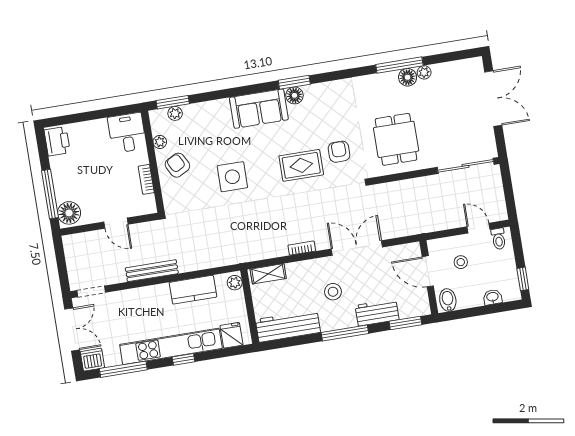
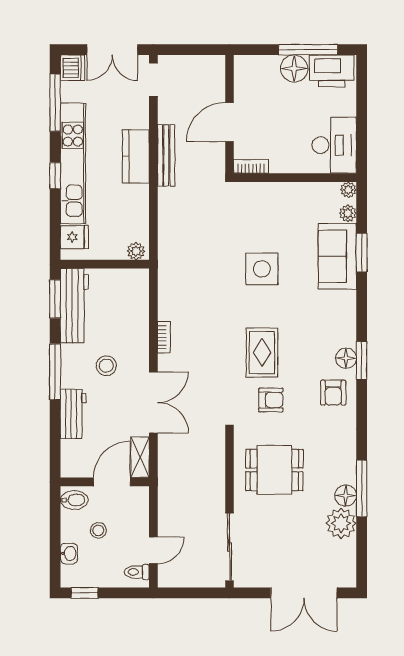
plant: (424, 72) -> (341, 523), width x1.88, depth x1.88
window: (173, 102) -> (362, 252), moved
sofa: (259, 109) -> (337, 256), moved
desk: (127, 133) -> (334, 145), width x1.37
printer: (57, 141) -> (332, 71), width x1.37, depth x1.19
plant: (160, 142) -> (348, 190), moved
armchair: (177, 165) -> (333, 393), moved, turned 118
bookcase: (146, 179) -> (251, 166), moved
window: (50, 194) -> (308, 50), moved
floor lamp: (69, 213) -> (294, 69), moved
door: (116, 223) -> (229, 122), width x1.38
stool: (461, 262) -> (98, 530), moved
shelving: (268, 274) -> (140, 457), moved
kitchen counter: (193, 290) -> (136, 156), moved
window: (405, 323) -> (55, 299), moved

